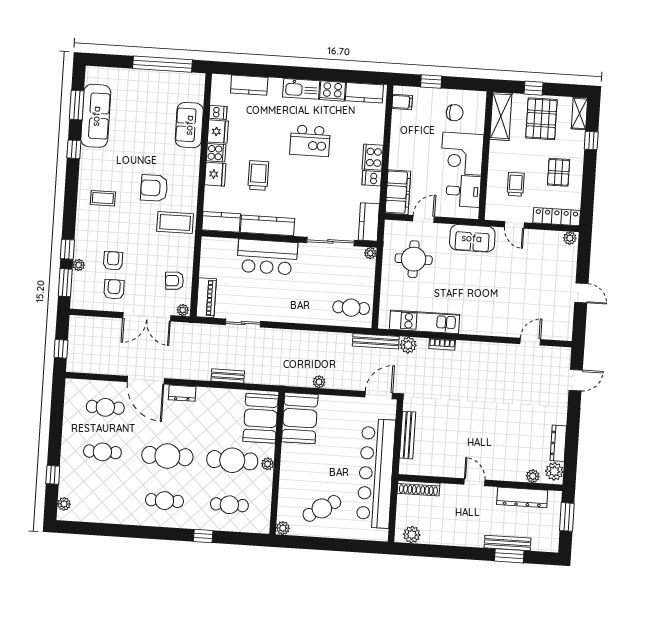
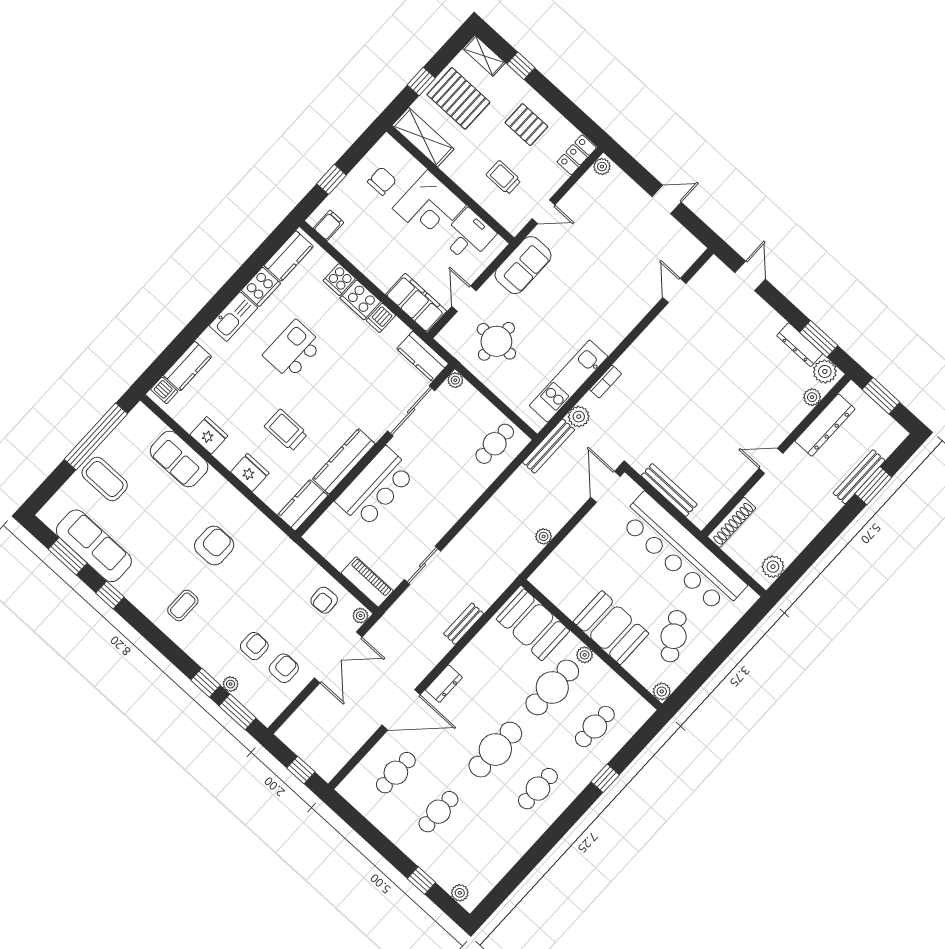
dishwasher: (218, 112) -> (164, 390), moved, turned 90
kitchen island: (310, 141) -> (293, 350), turned 180
cooker: (216, 153) -> (339, 280), moved, turned 180
armchair: (154, 188) -> (214, 545), turned 180
locker: (557, 217) -> (577, 155), width x0.66
coffee table: (175, 223) -> (105, 479), moved, turned 90
armchair: (113, 261) -> (254, 646), turned 90
armchair: (114, 289) -> (284, 668), turned 90
booth: (300, 418) -> (611, 628), moved
window: (571, 452) -> (819, 339), added

